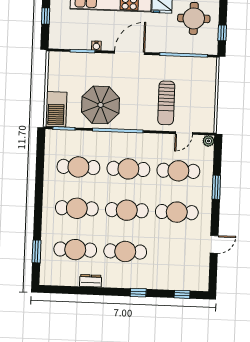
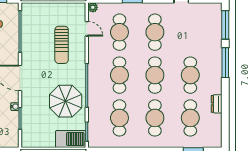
sun lounger: (166, 103) -> (62, 45), turned 90
window: (138, 293) -> (225, 63), width x2.17
window: (182, 294) -> (225, 25), width x2.17

